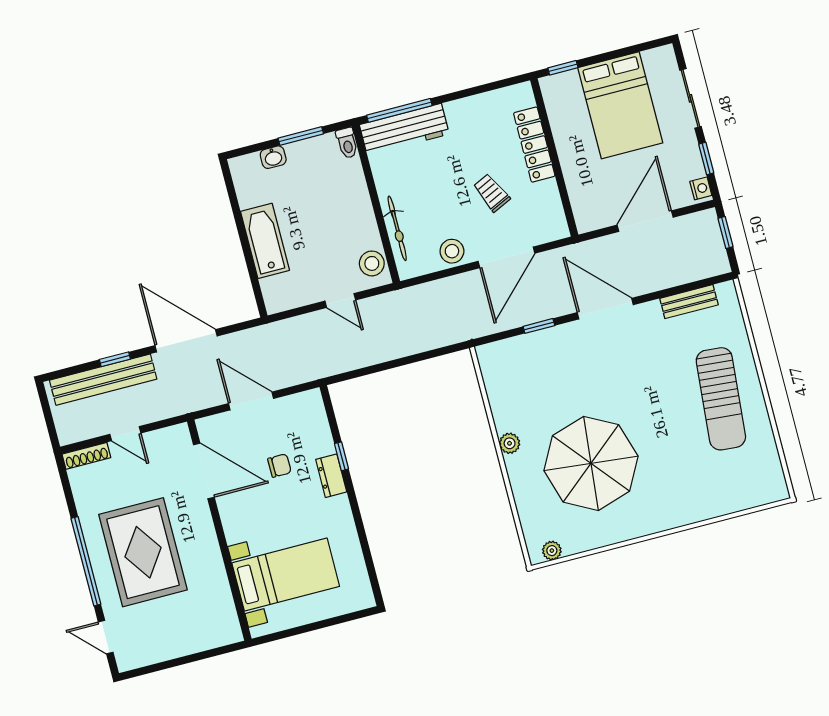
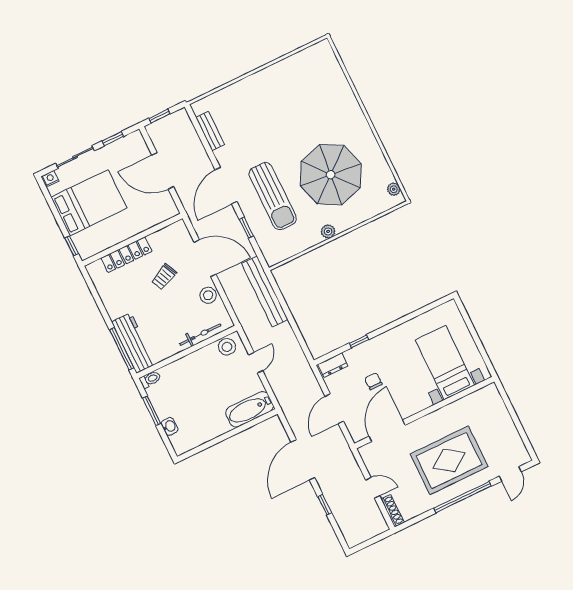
nightstand: (701, 188) -> (51, 178), moved
bathtub: (265, 241) -> (250, 409), moved
bench: (103, 380) -> (265, 291), moved
sun lounger: (721, 399) -> (273, 196), moved, turned 85
door: (125, 434) -> (373, 488), hinge flipped
dresser: (331, 476) -> (333, 365), moved

